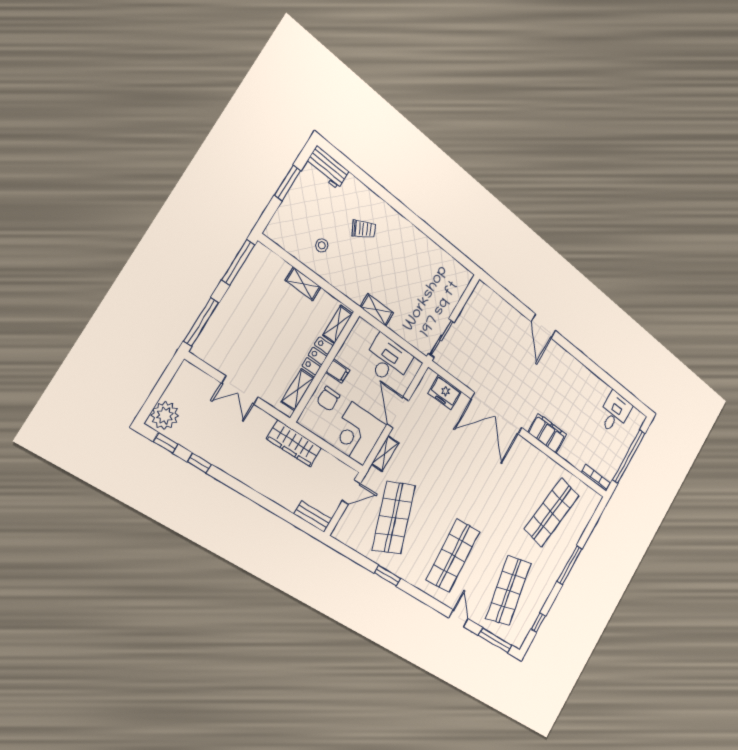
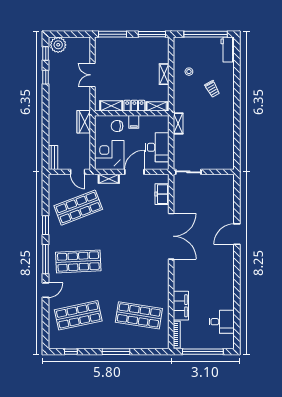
window: (288, 183) -> (206, 34), width x2.11
double door: (497, 413) -> (171, 236), swing flipped
filing cabinet: (547, 433) -> (181, 306), moved
wardrobe: (294, 443) -> (84, 122), width x0.67
window: (495, 640) -> (46, 259), moved

